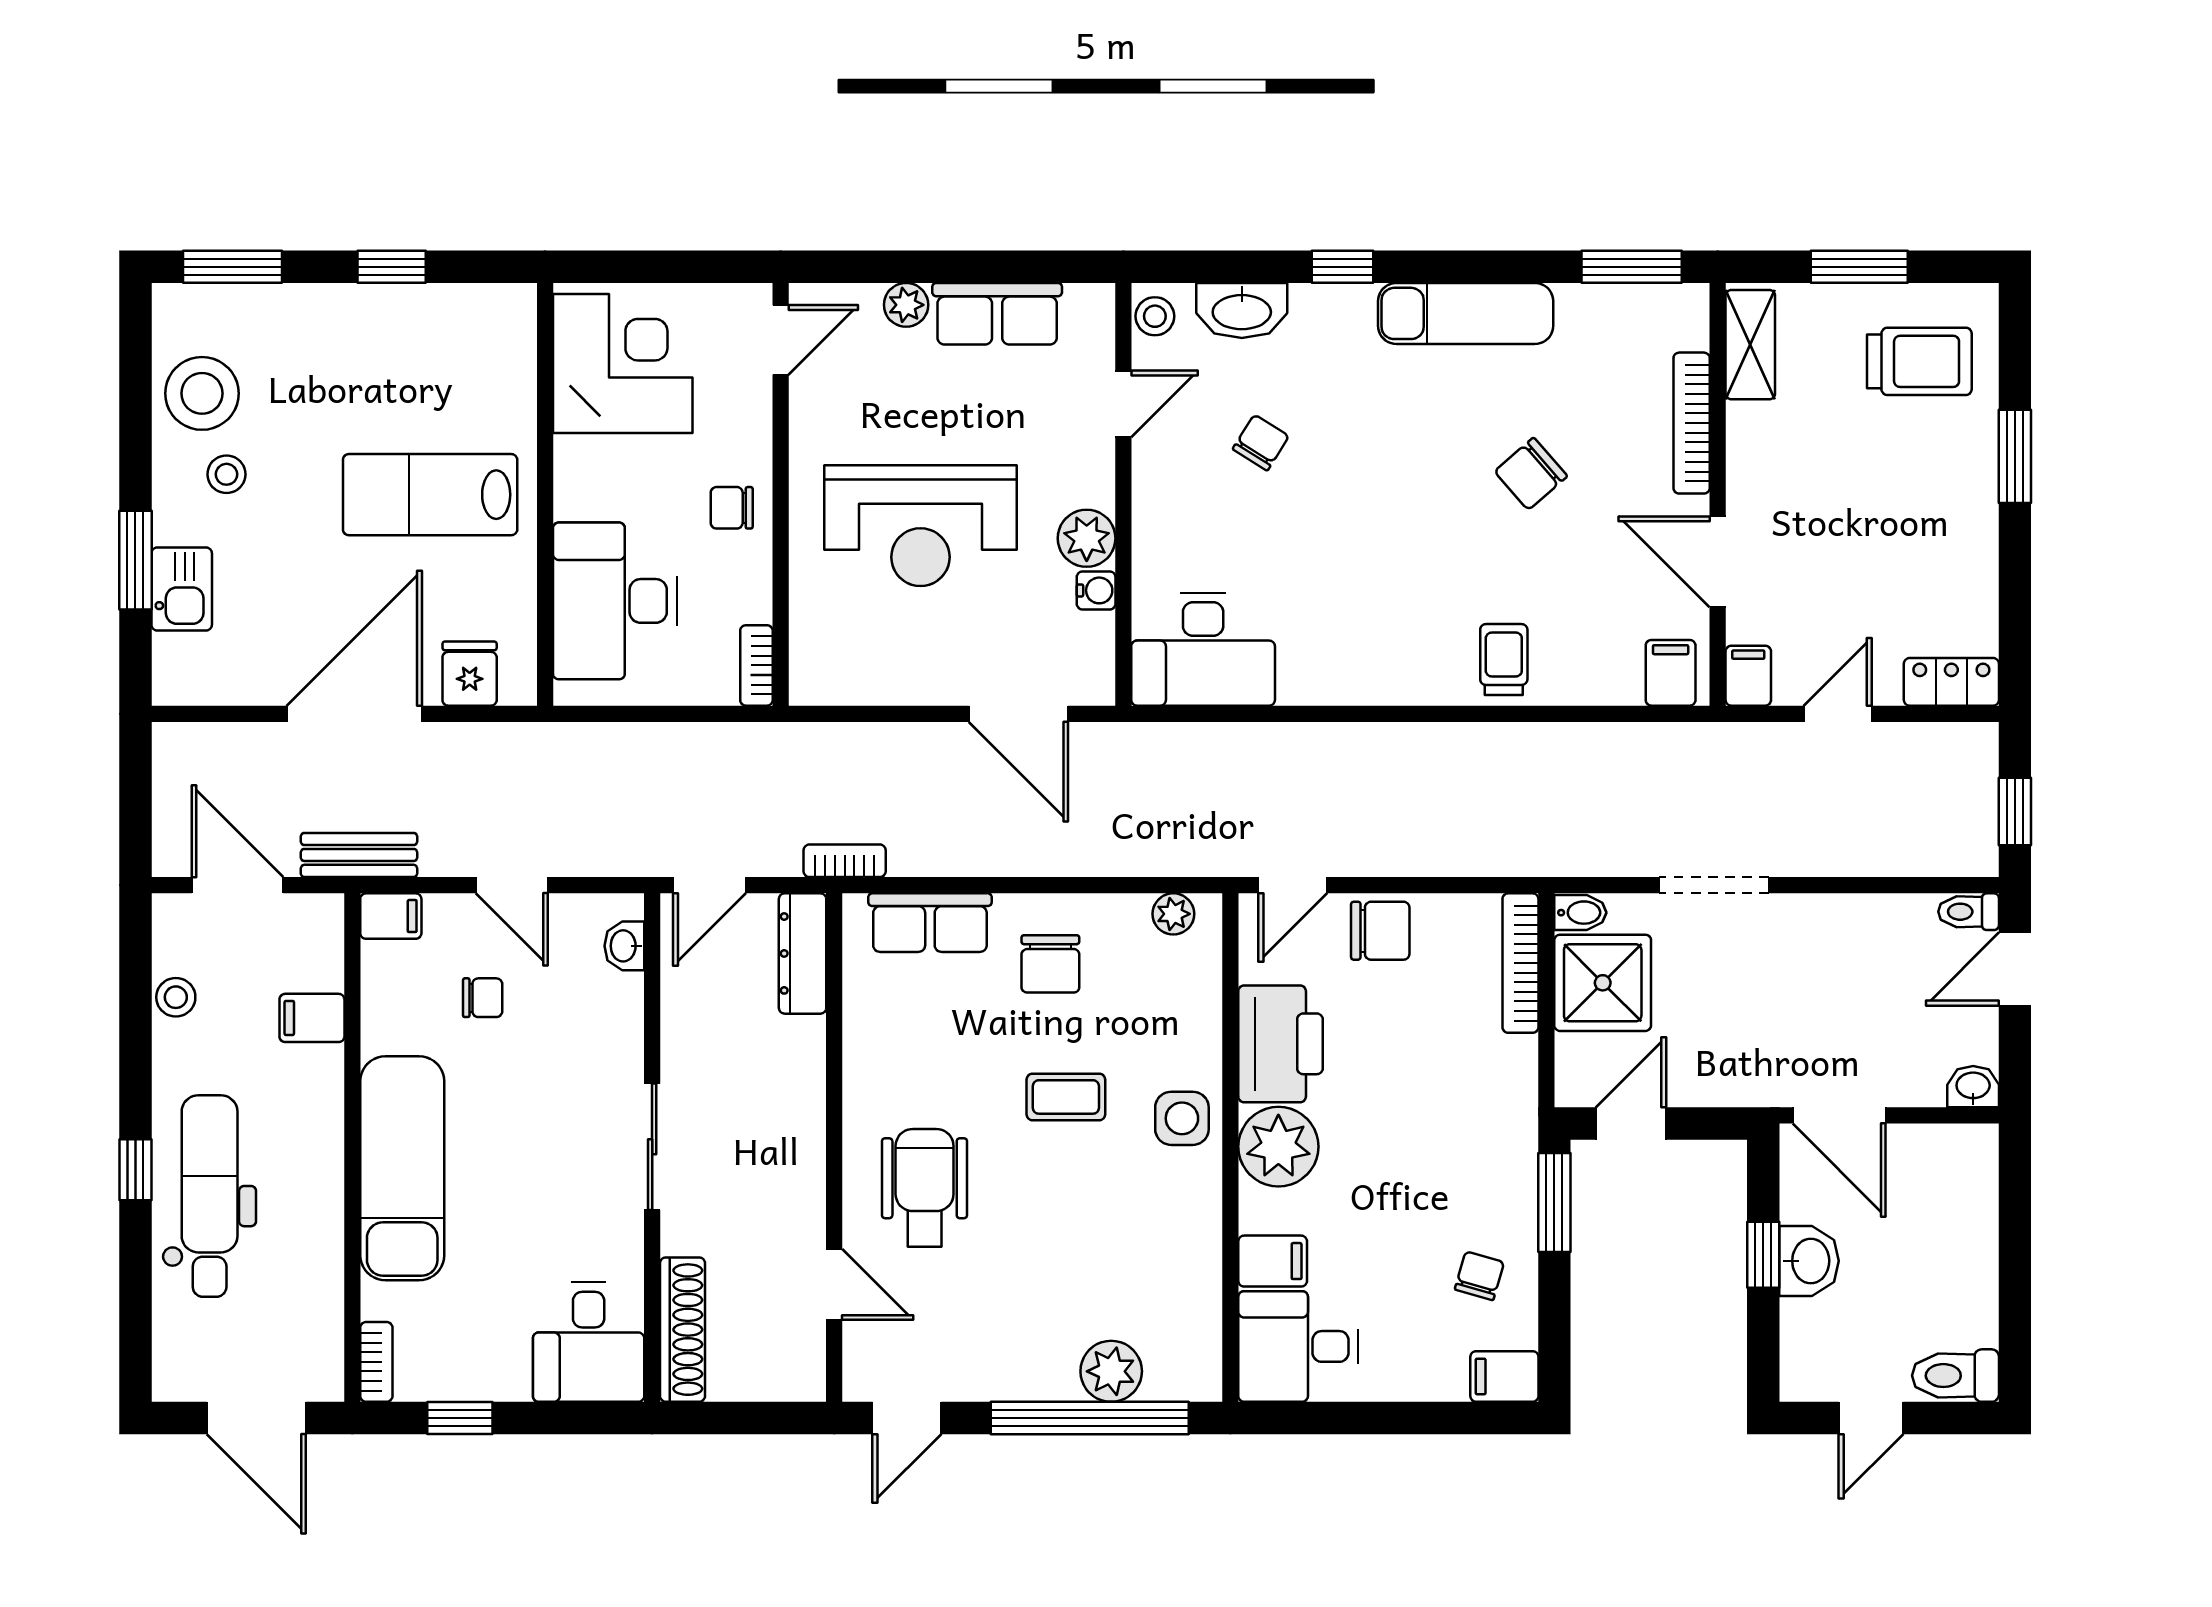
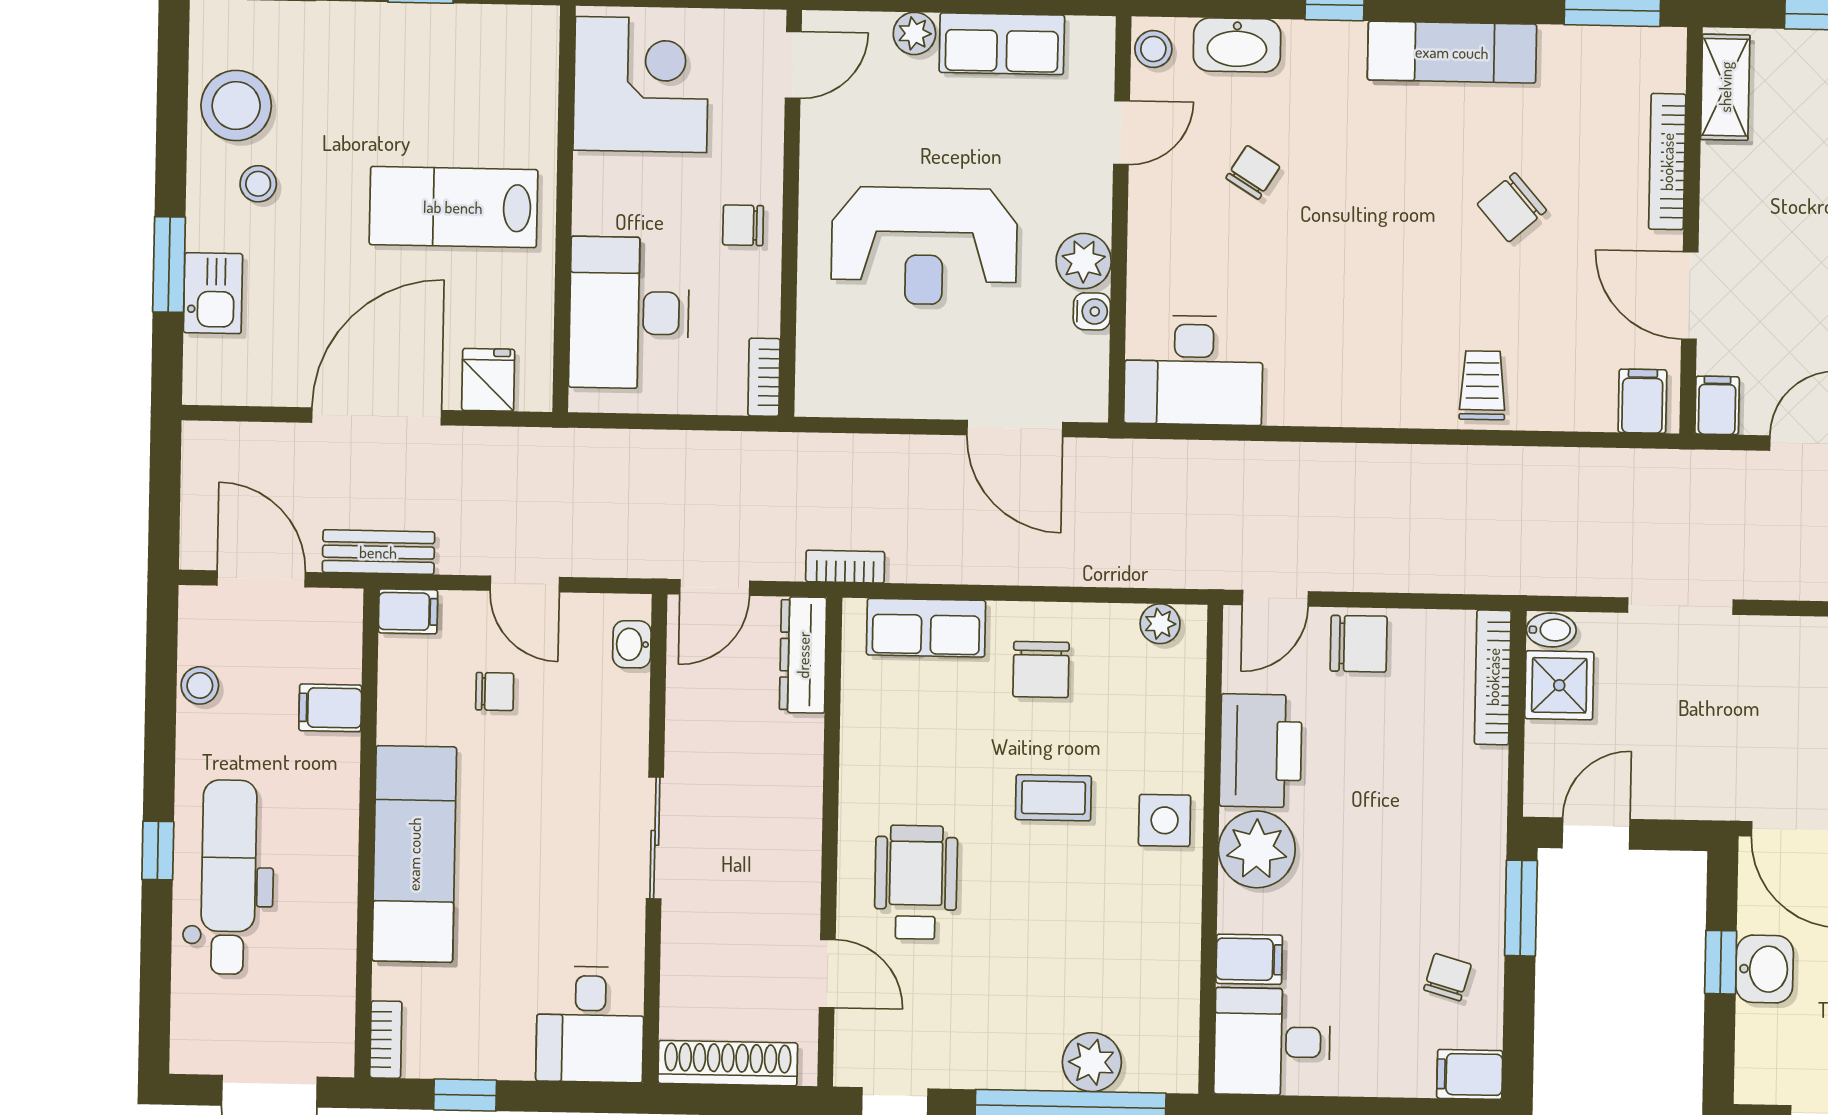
shower: (1603, 983) -> (1559, 685), width x0.73, depth x0.73
shoe rack: (683, 1330) -> (728, 1063), moved, turned -90

